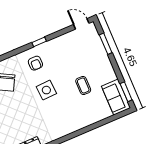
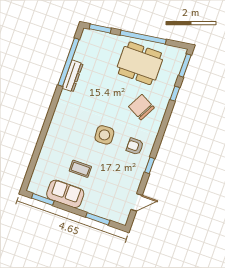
door: (81, 24) -> (137, 202), moved
sofa: (116, 97) -> (65, 194), moved

